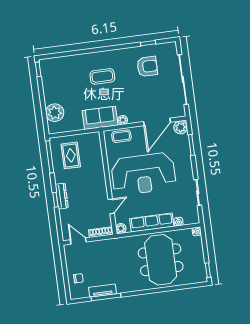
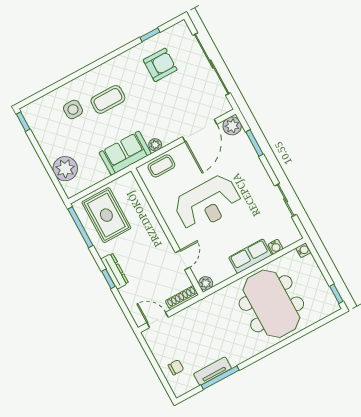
side table: (76, 74) -> (73, 109), added
rug: (71, 155) -> (106, 215), width x1.36, depth x1.43
reception desk: (143, 174) -> (208, 203), width x0.74, depth x0.77
row of seats: (152, 222) -> (250, 256), width x0.68

